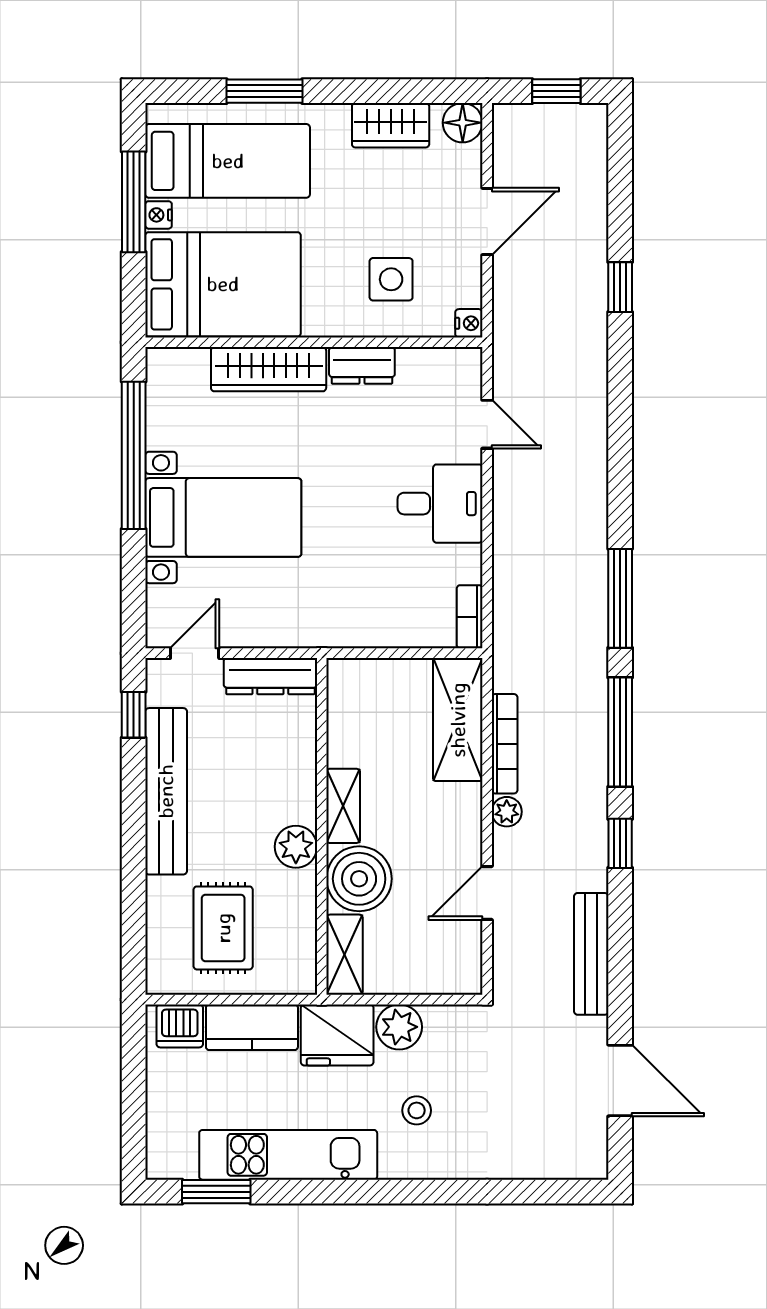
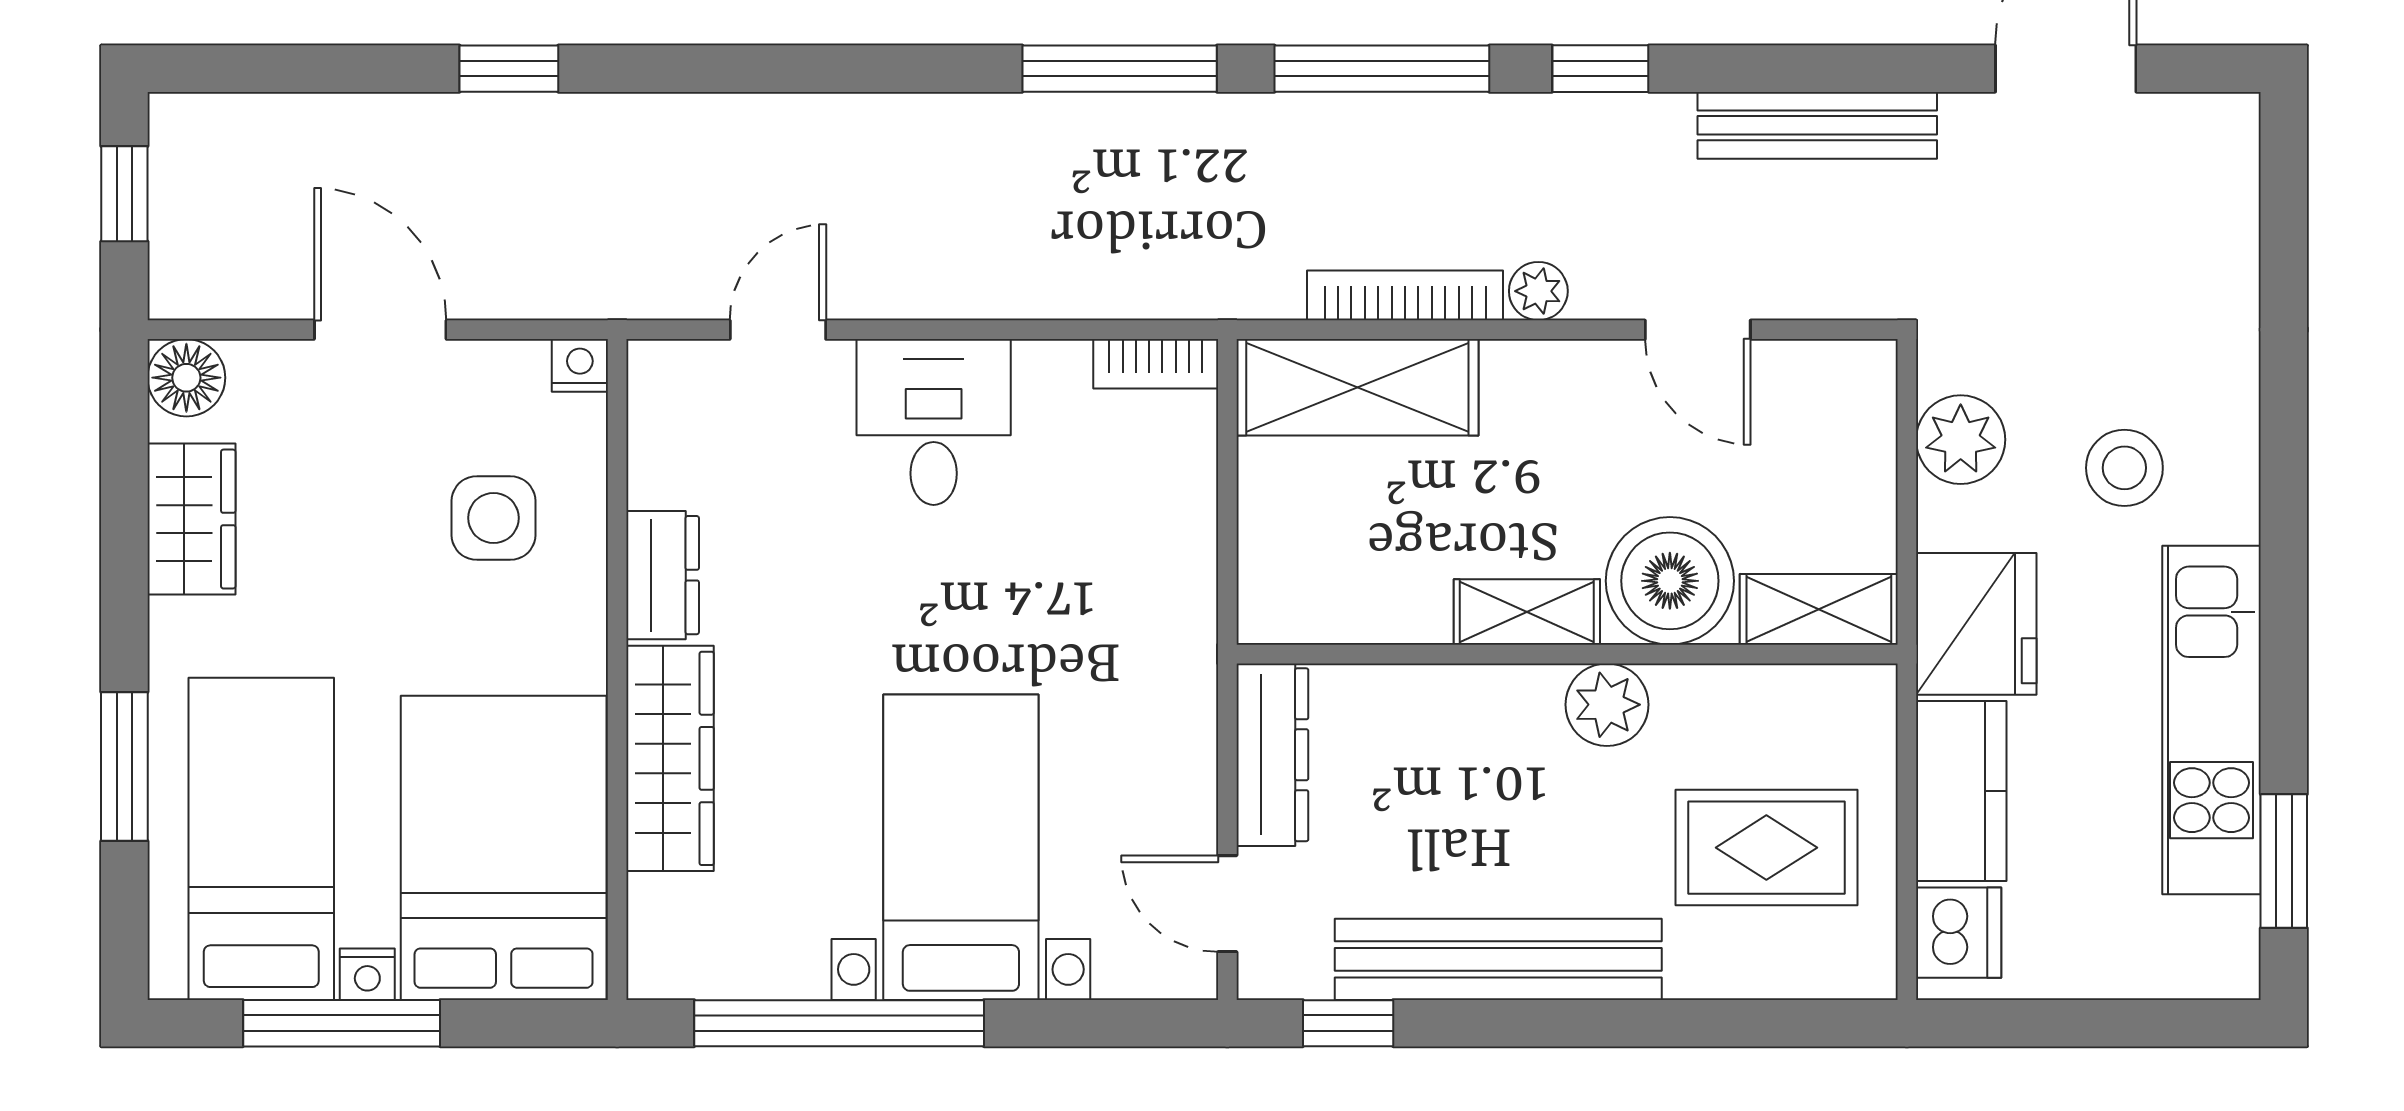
plant: (399, 1027) -> (1961, 440), moved
stool: (417, 1110) -> (2124, 468), width x1.37, depth x1.37

